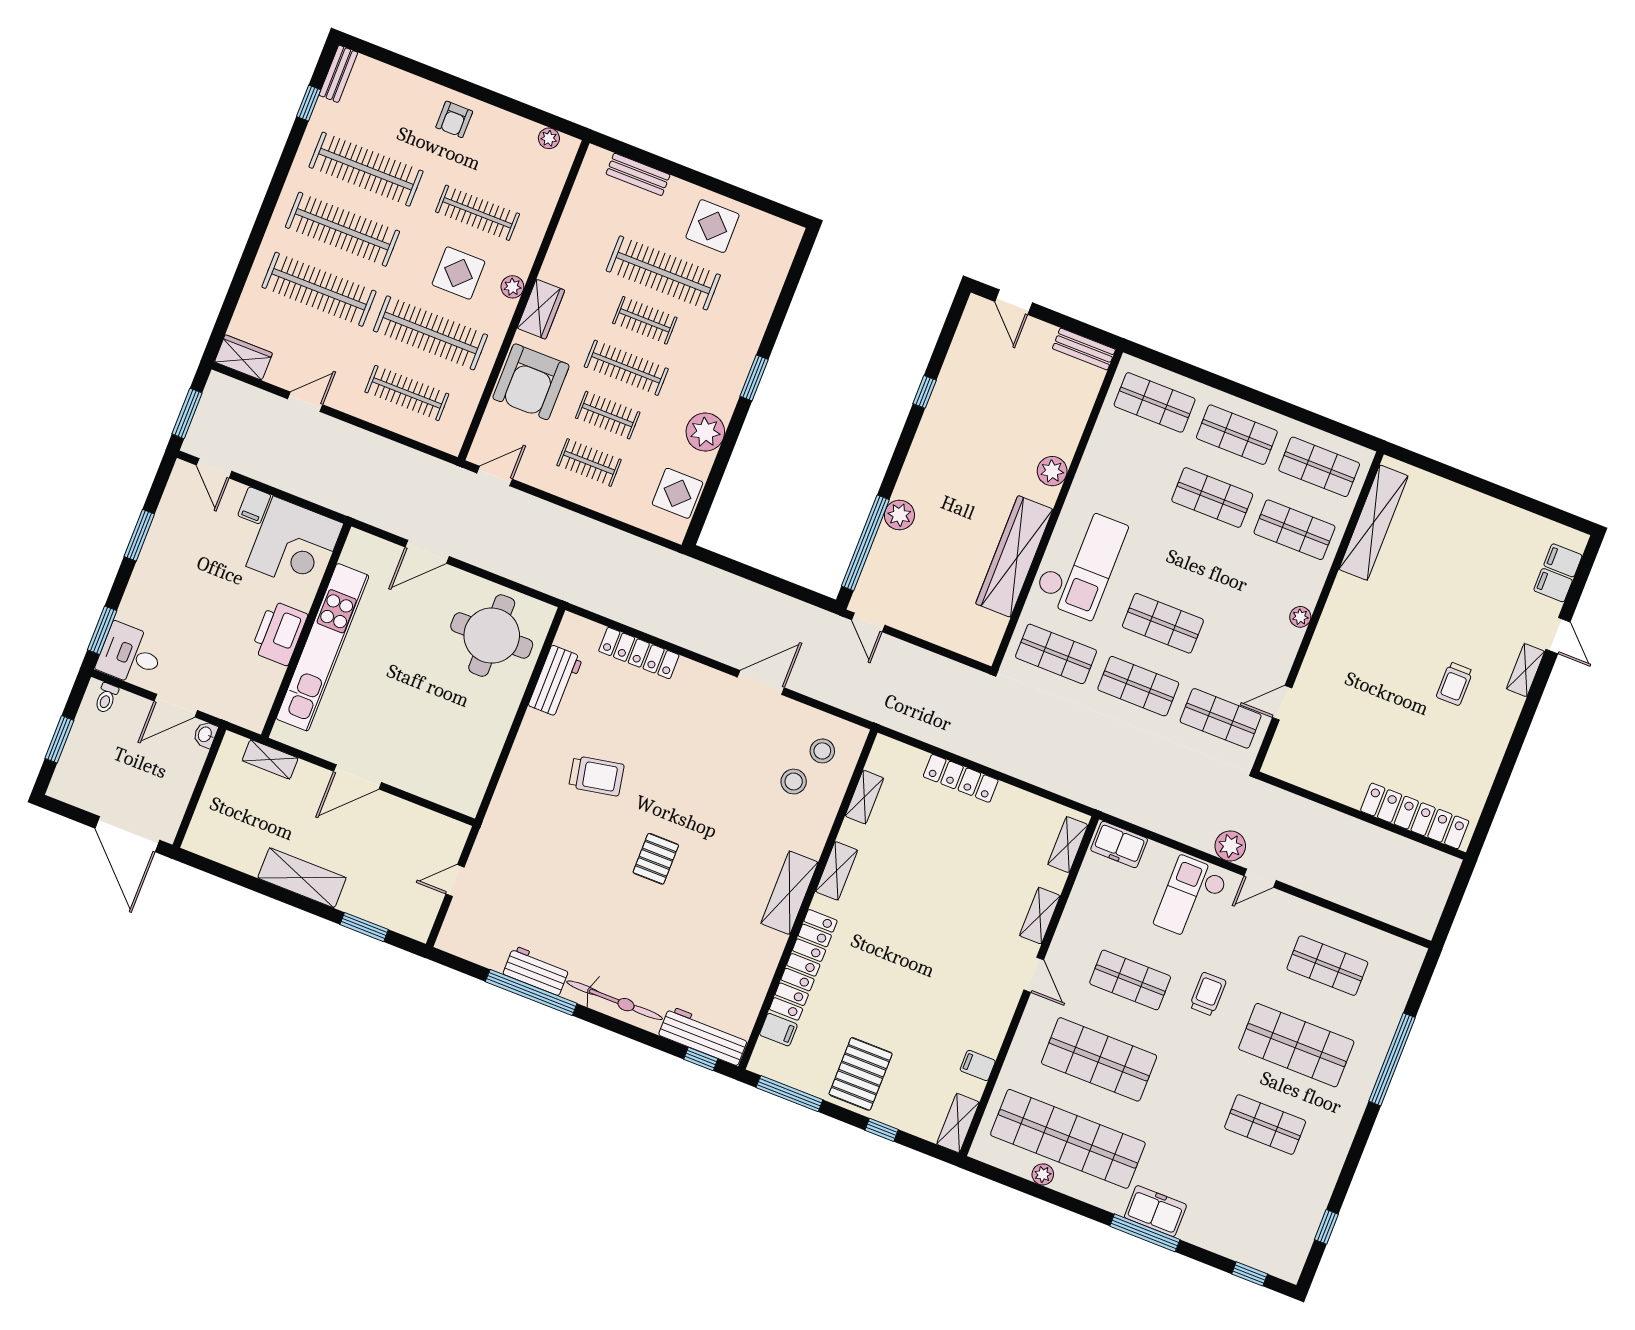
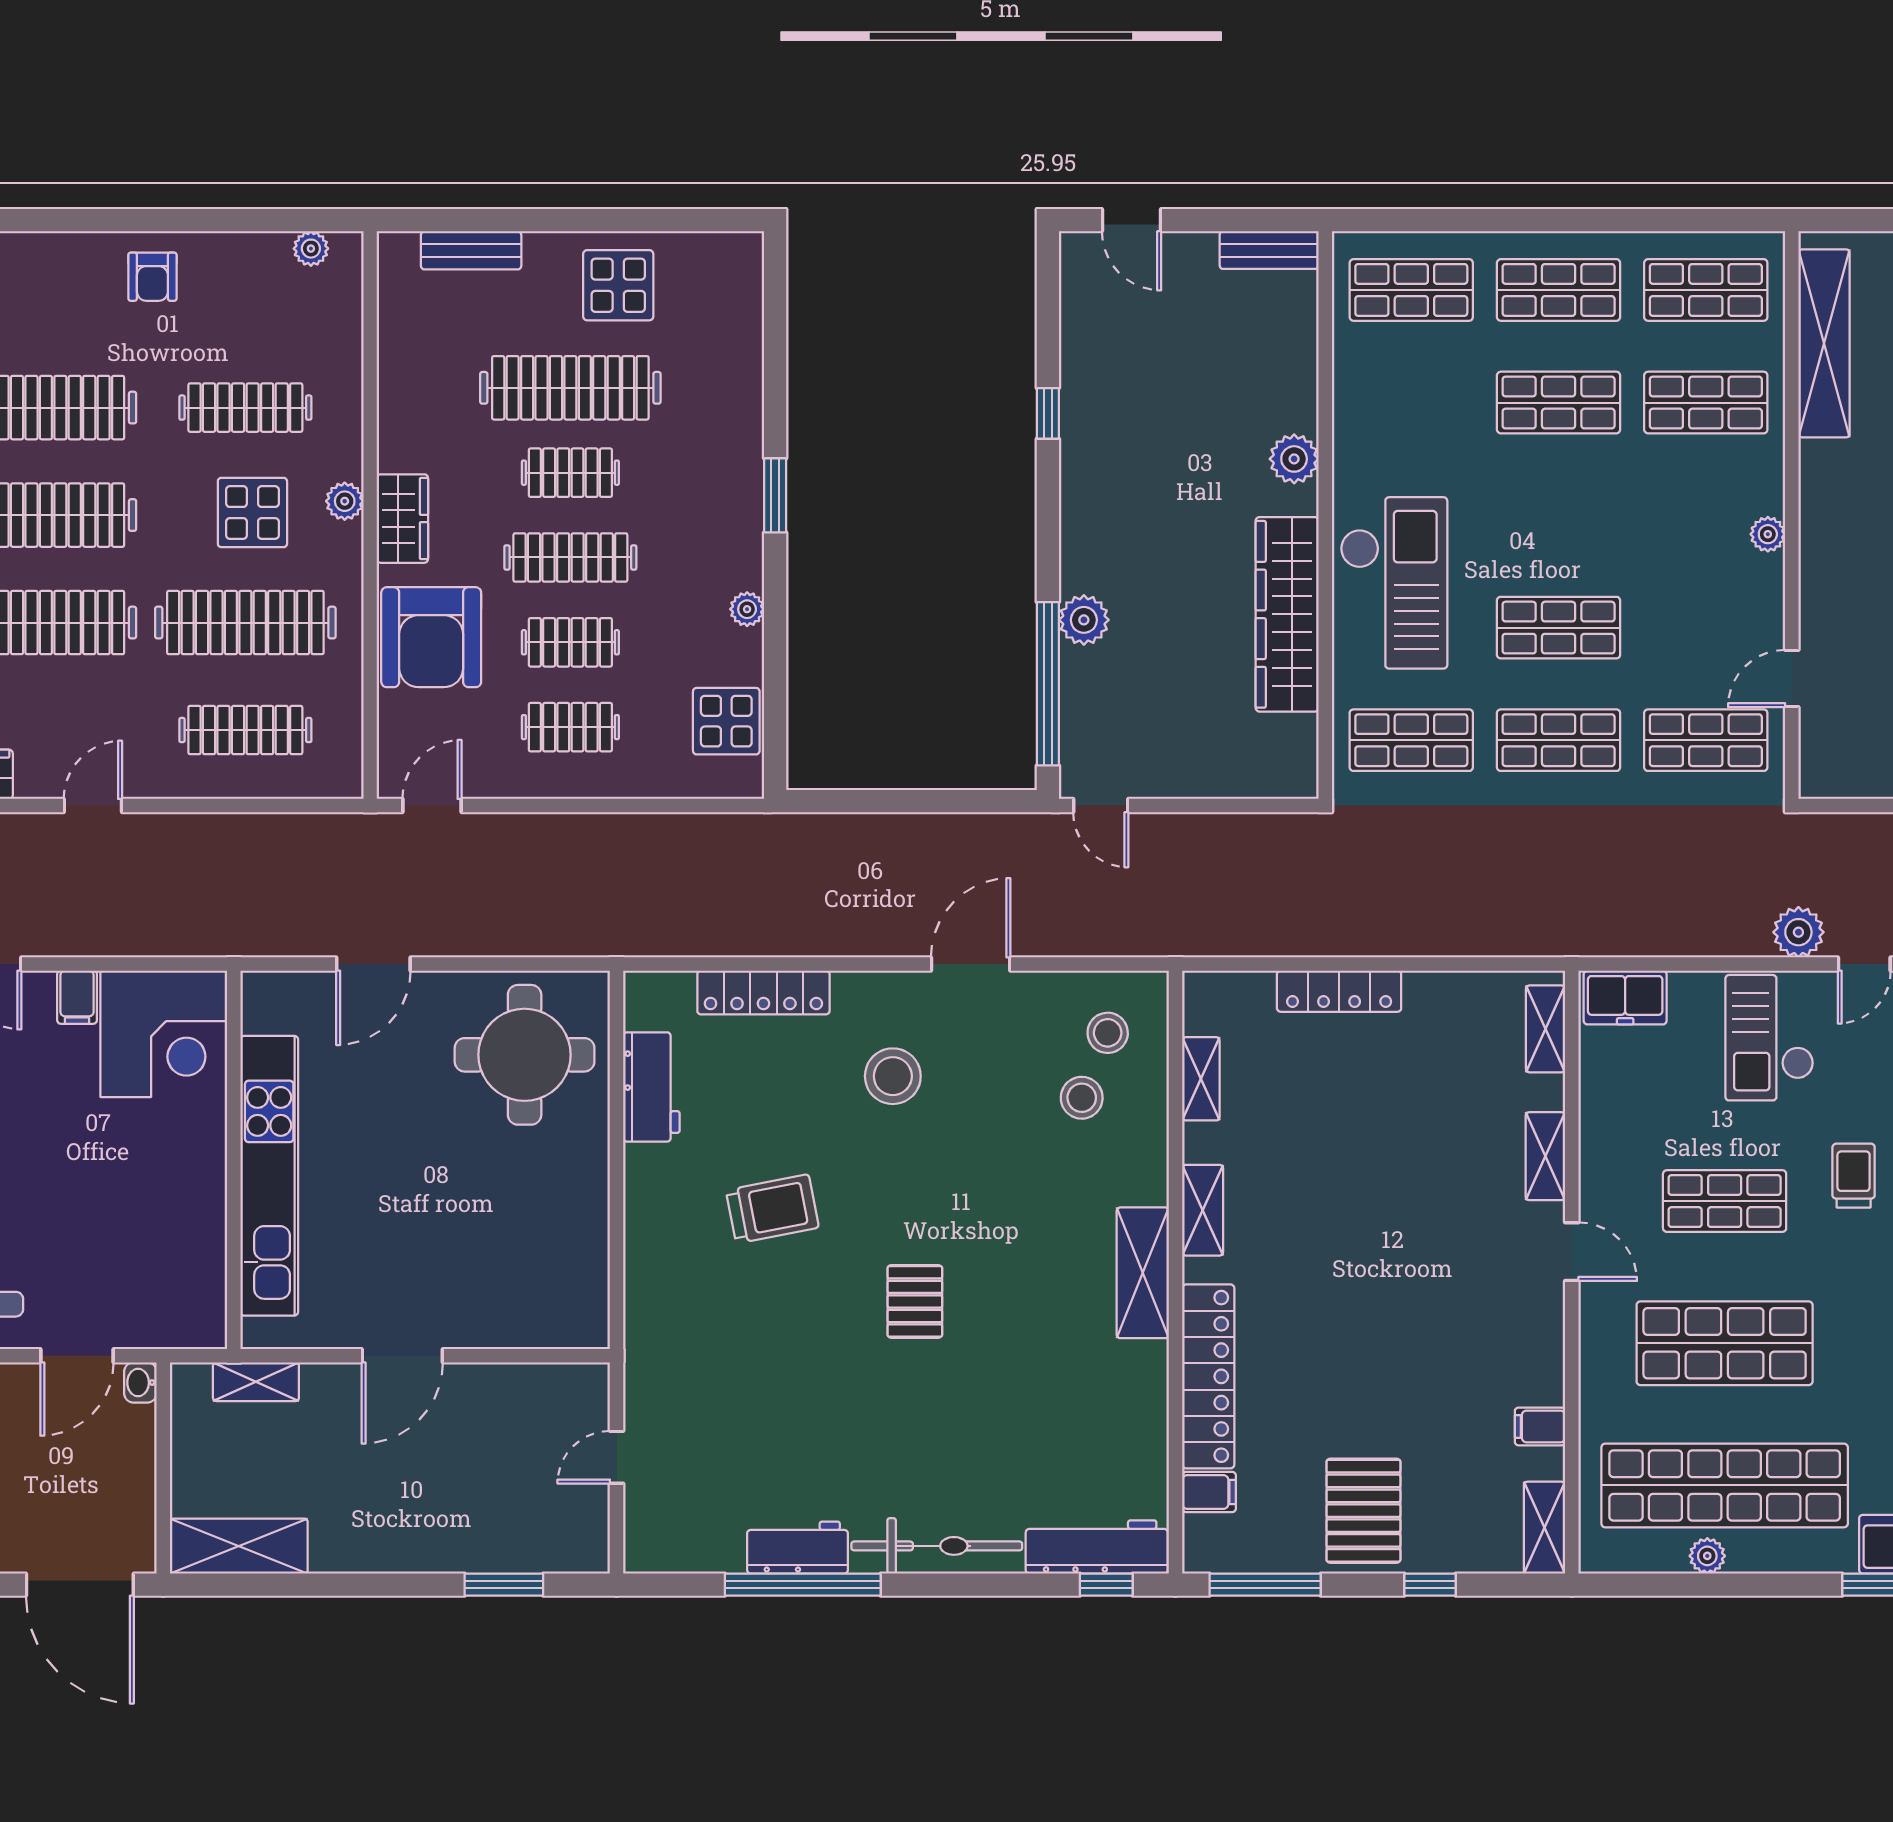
plant: (705, 432) -> (747, 609), width x0.53, depth x0.53
printer: (279, 633) -> (193, 1180), removed
stool: (693, 728) -> (893, 1076), added
shelving: (302, 878) -> (239, 1546), moved

